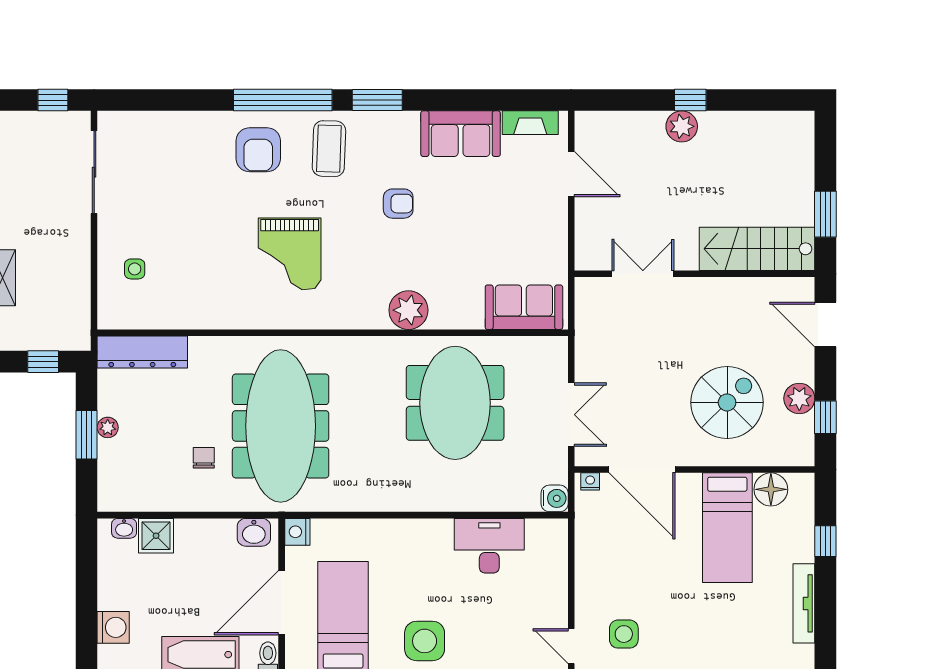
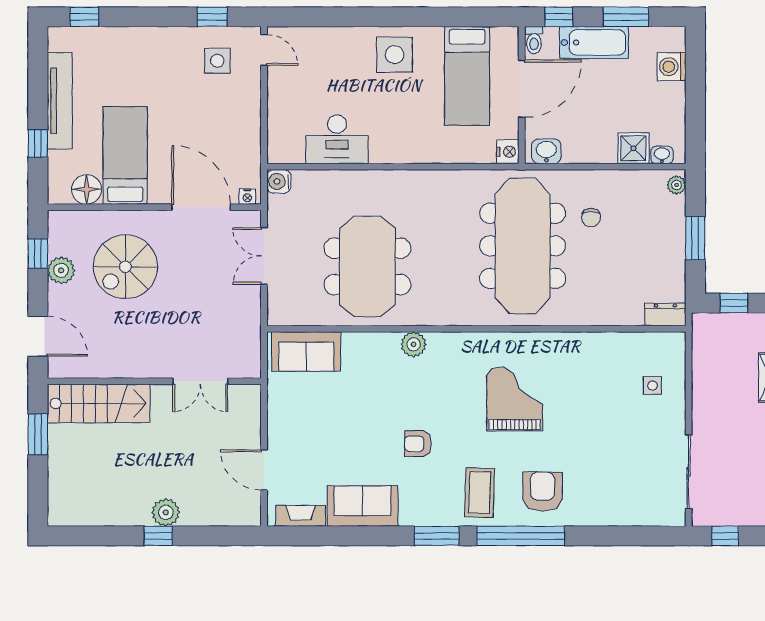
plant: (408, 310) -> (413, 344), width x0.73, depth x0.73
dresser: (142, 352) -> (665, 314), width x0.51, depth x0.80
plant: (108, 427) -> (676, 185), moved
tv unit: (804, 603) -> (60, 101), width x1.36, depth x1.29

